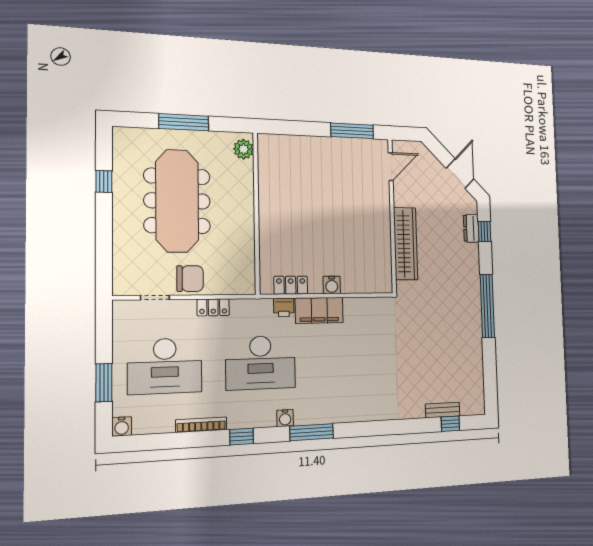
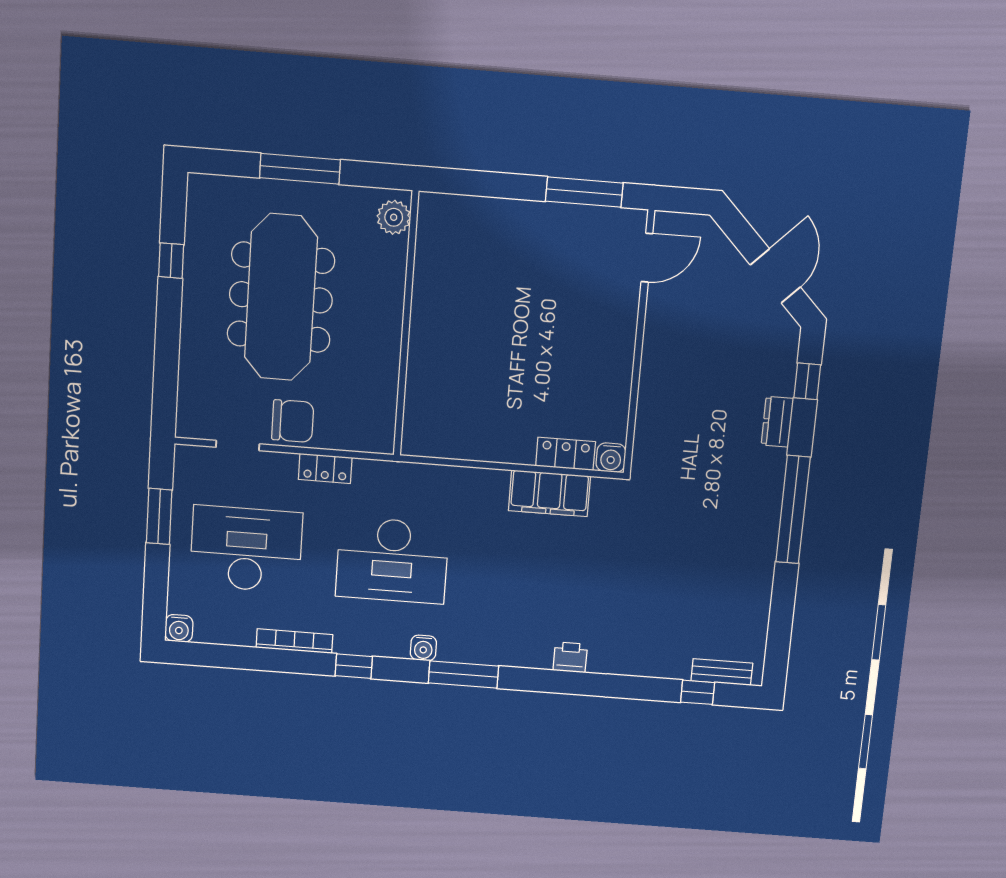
dresser: (471, 228) -> (777, 422), moved
wardrobe: (406, 244) -> (657, 392), removed
locker: (291, 285) -> (566, 454), moved
water cooler: (332, 285) -> (611, 458), moved
printer: (284, 307) -> (570, 657), moved, turned 180
filing cabinet: (319, 310) -> (549, 493), moved
desk: (165, 366) -> (246, 549), turned 180
window: (104, 383) -> (159, 516), moved
bench: (443, 410) -> (722, 672), moved

